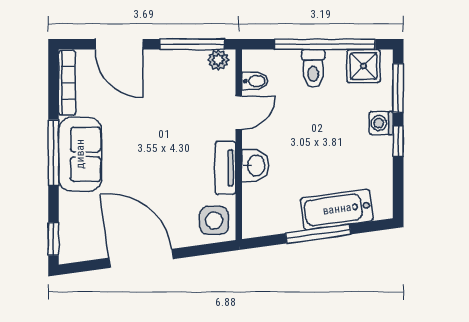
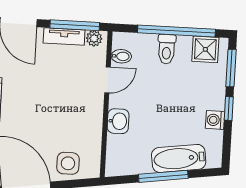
washing machine: (381, 123) -> (215, 120), moved
tv unit: (225, 168) -> (64, 37), moved, turned -90
side table: (214, 220) -> (68, 163), moved

